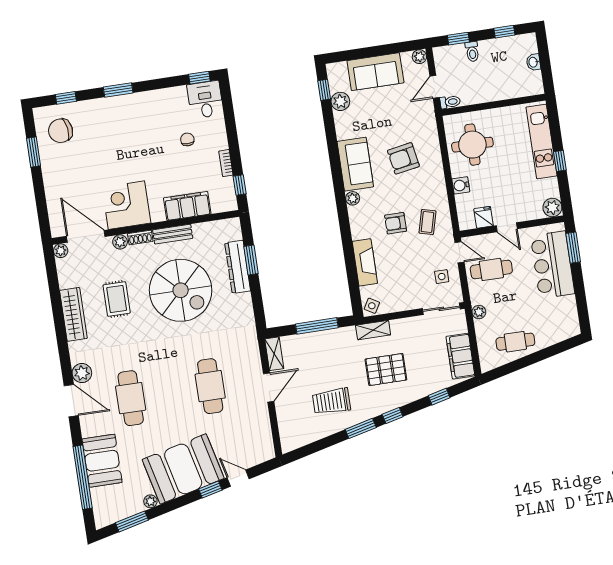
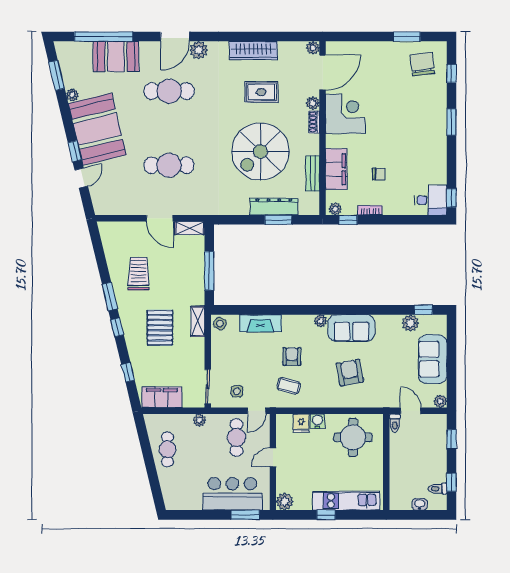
toilet: (472, 52) -> (438, 489), moved
chair: (187, 139) -> (379, 174), moved
plant: (230, 201) -> (335, 209), added
fridge: (484, 217) -> (301, 423), moved, turned 90
bench: (173, 234) -> (313, 173), moved

